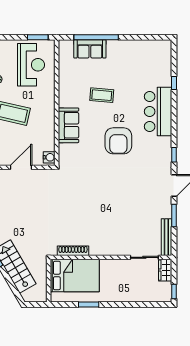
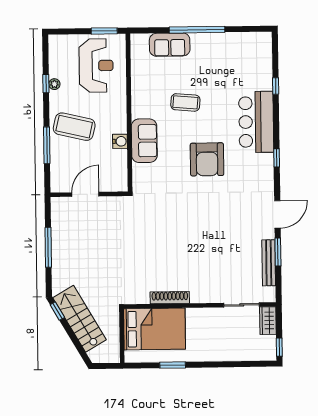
window: (96, 37) -> (197, 30), moved
window: (174, 155) -> (277, 158), moved
water cooler: (49, 157) -> (120, 141), moved
bench: (166, 237) -> (269, 263), moved
shoe rack: (73, 251) -> (170, 298), moved

